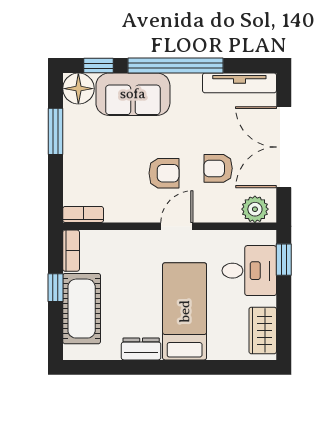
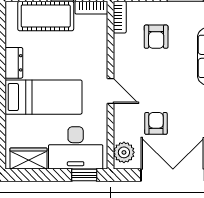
armchair: (164, 173) -> (156, 37), moved
desk: (249, 271) -> (76, 148), width x1.37

